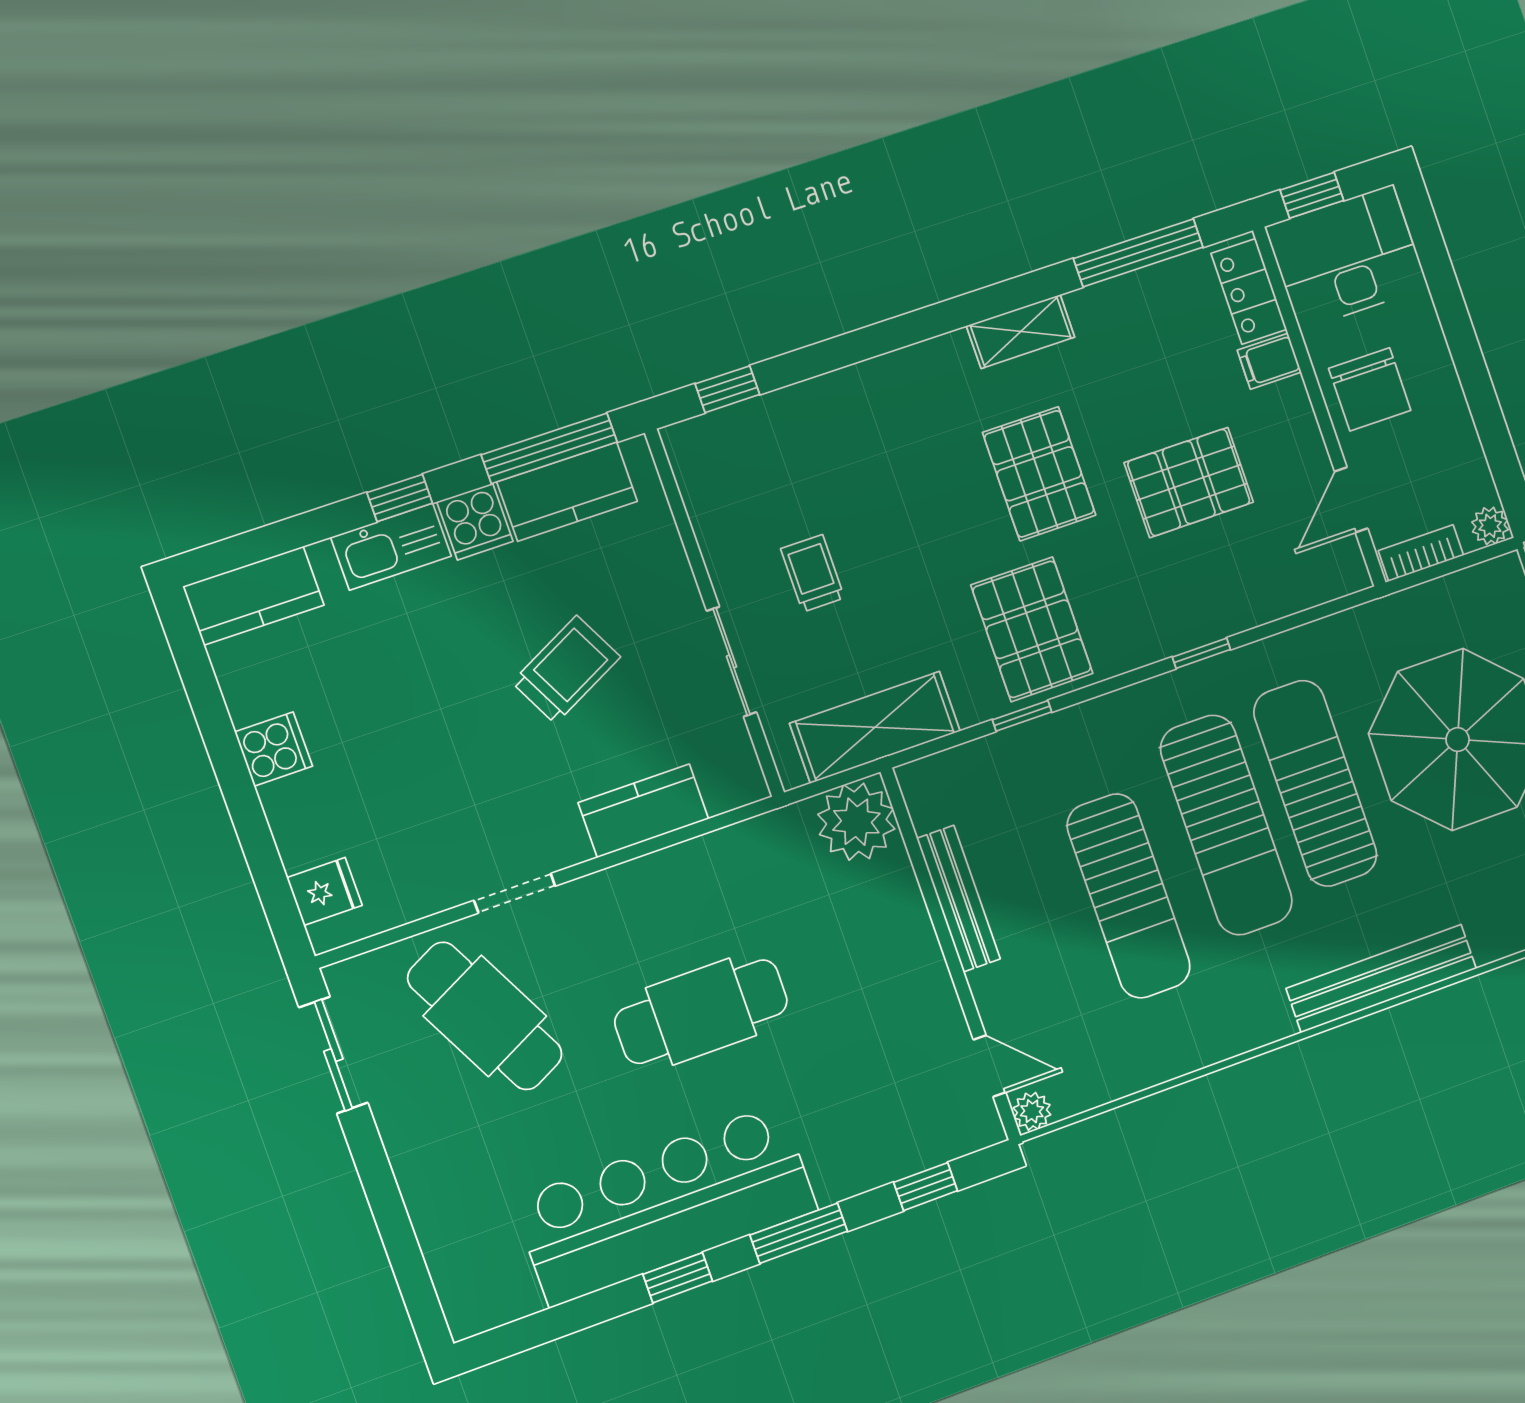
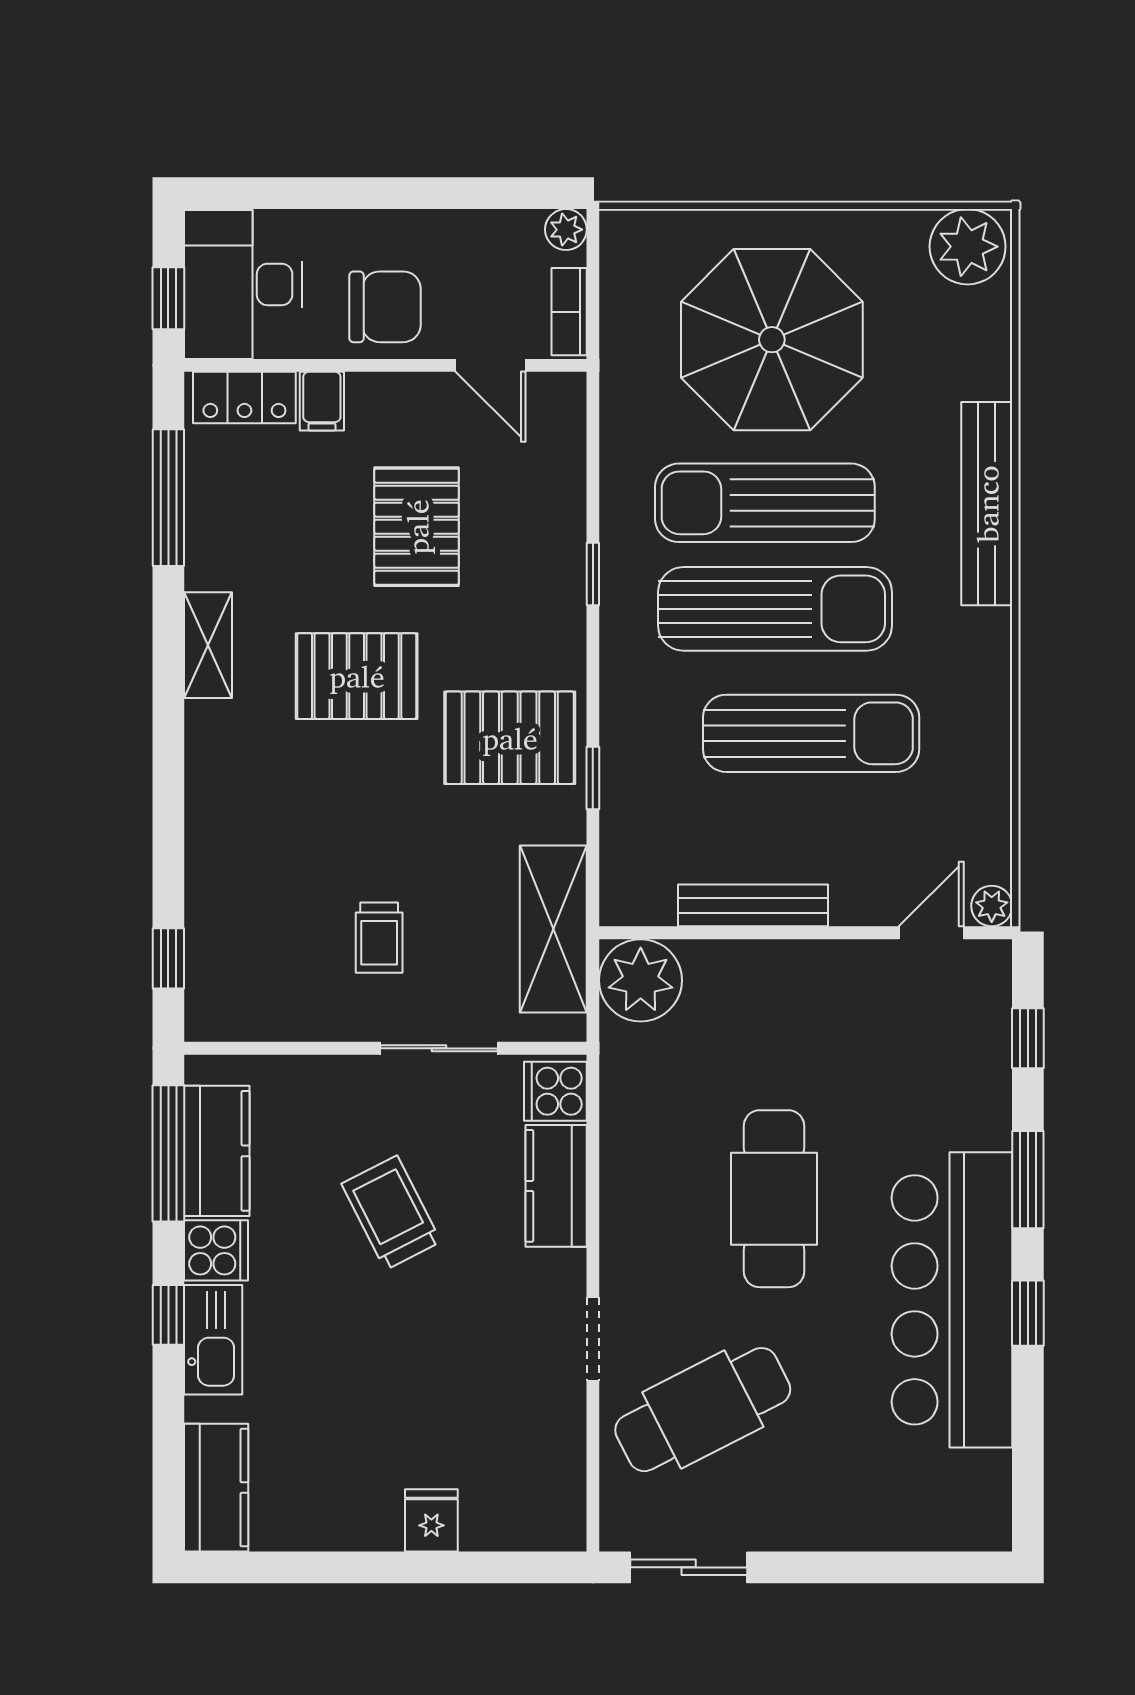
trolley: (813, 573) -> (379, 938), turned -90
cooker: (274, 749) -> (555, 1091), moved, turned -90
fridge: (324, 891) -> (431, 1520), moved

